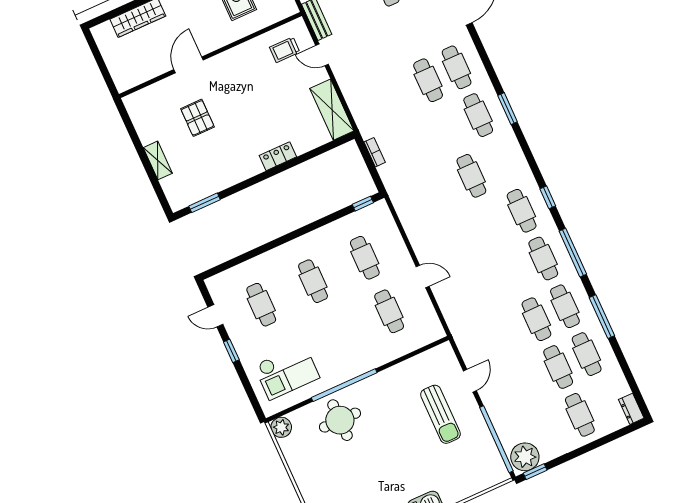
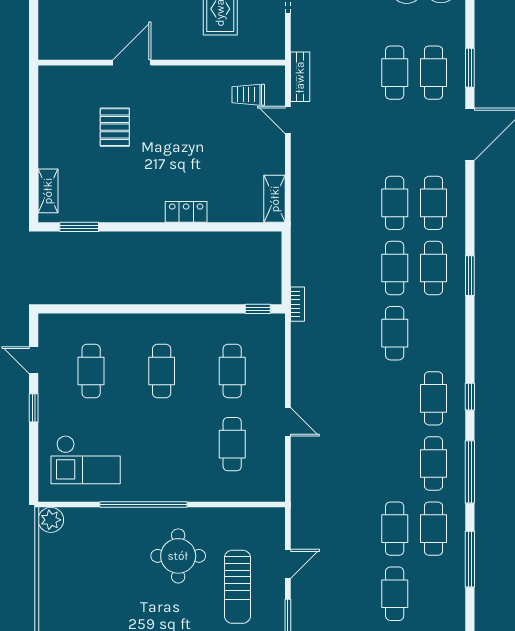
shelving: (332, 110) -> (275, 199), width x0.67, depth x0.75
bookcase: (375, 152) -> (297, 304), moved
shelving: (158, 160) -> (48, 191), moved
cafe table: (587, 354) -> (395, 268), moved
round table: (340, 420) -> (178, 556), moved

